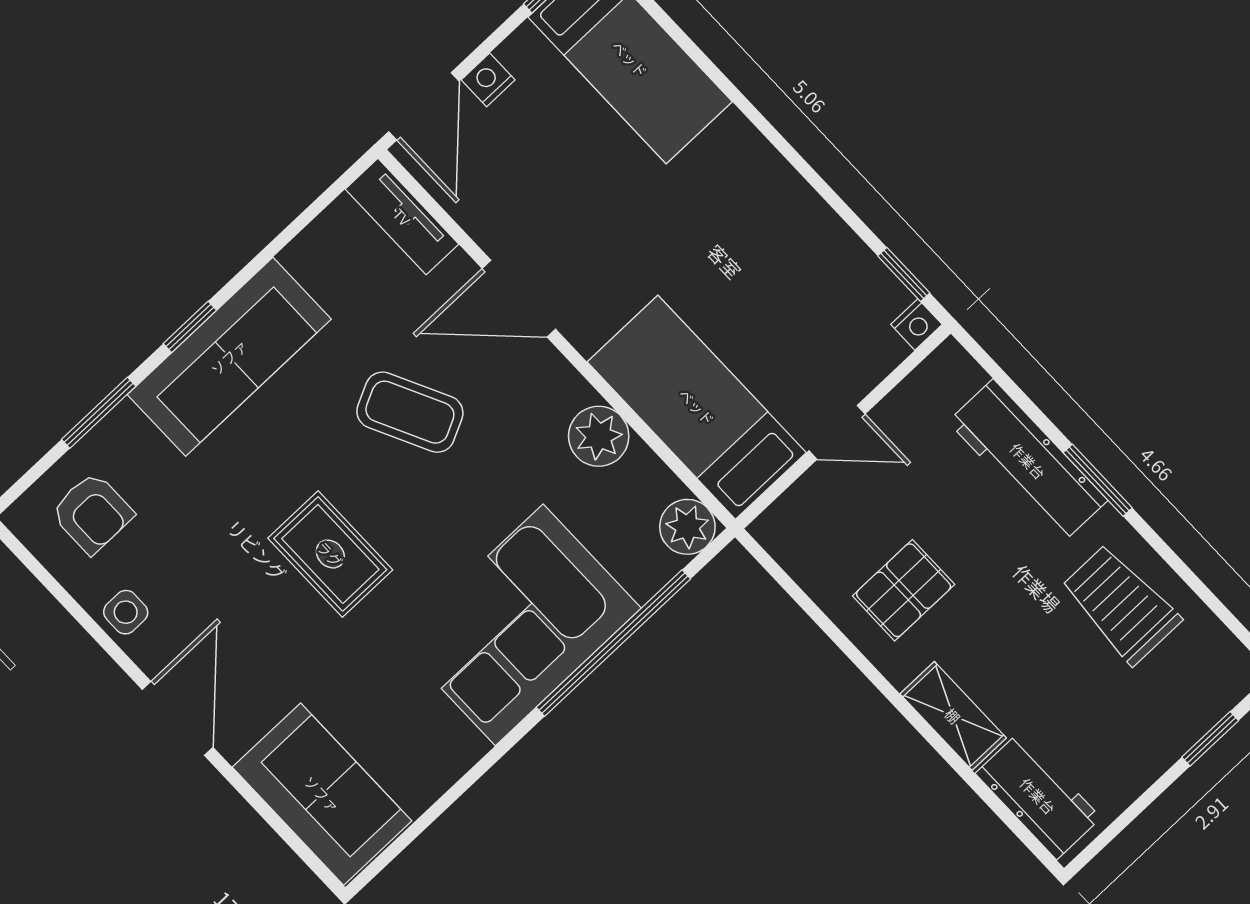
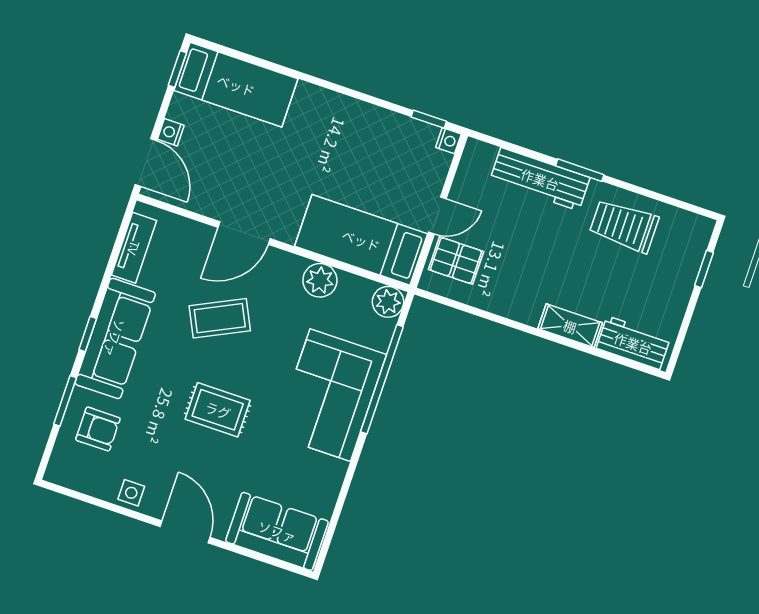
tv unit: (402, 217) -> (134, 248), moved, turned -90
armchair: (92, 513) -> (98, 429), moved
pallet: (904, 590) -> (456, 261), moved, turned 90

